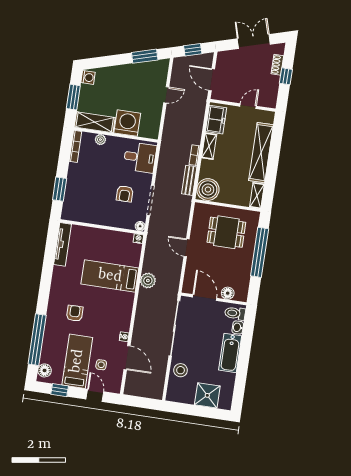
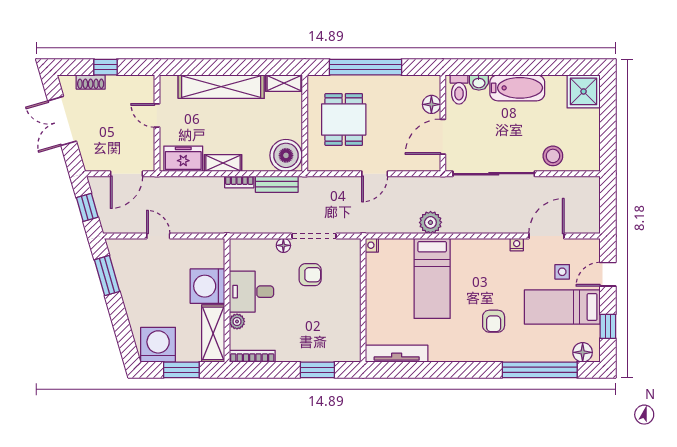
washing machine: (88, 77) -> (158, 345), width x1.89, depth x1.89
desk: (140, 157) -> (251, 292), moved, turned -90
floor lamp: (140, 226) -> (283, 245), moved
armchair: (75, 313) -> (494, 321), turned -90
shower: (207, 395) -> (584, 91), moved

